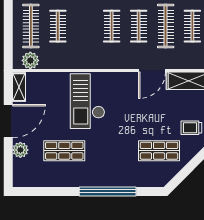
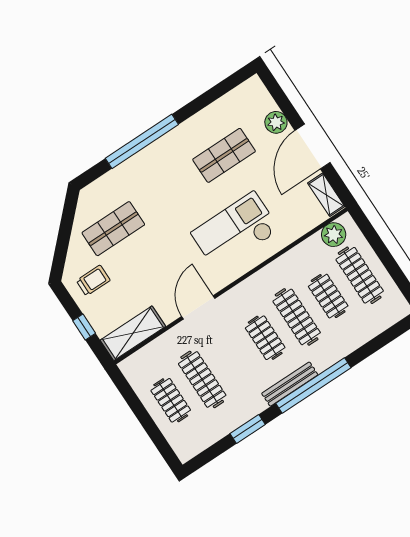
clothes rail: (139, 26) -> (297, 317), moved, width x1.36
door: (152, 70) -> (198, 307), moved
checkout: (88, 101) -> (235, 231), turned -90

